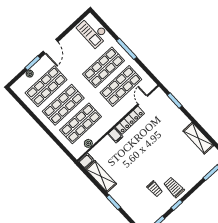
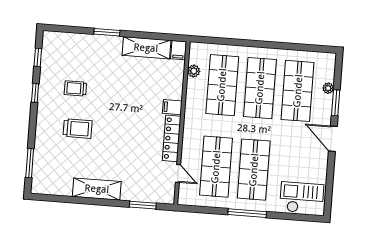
shelving: (198, 138) -> (97, 189), moved
trolley: (174, 187) -> (78, 129), moved

